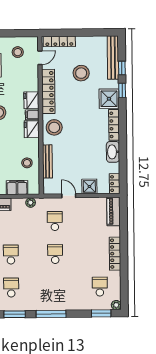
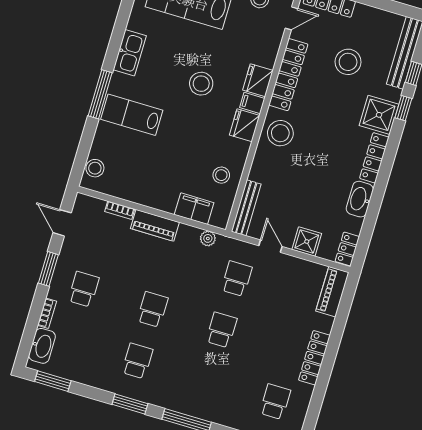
bench: (47, 161) -> (246, 208), moved

